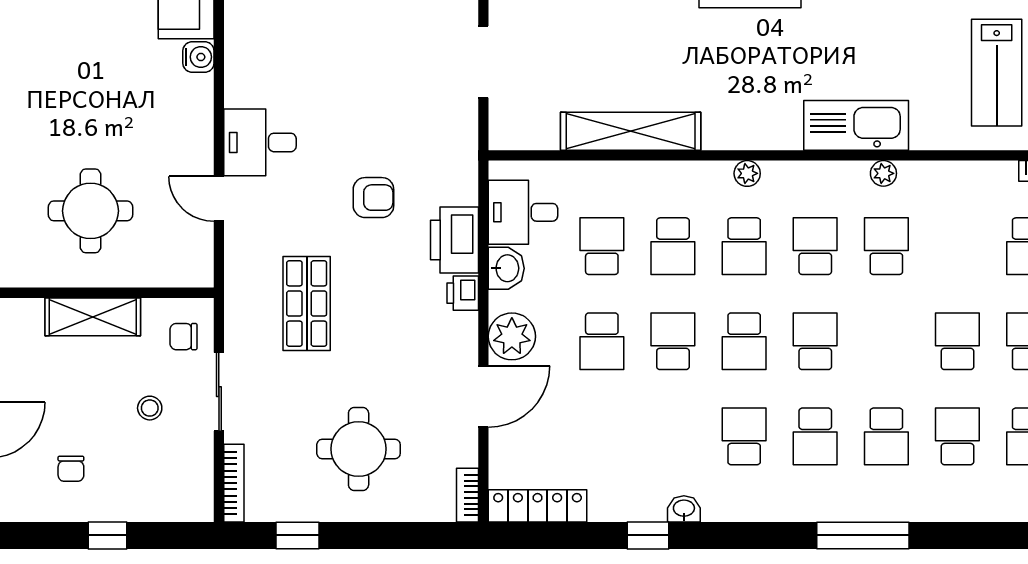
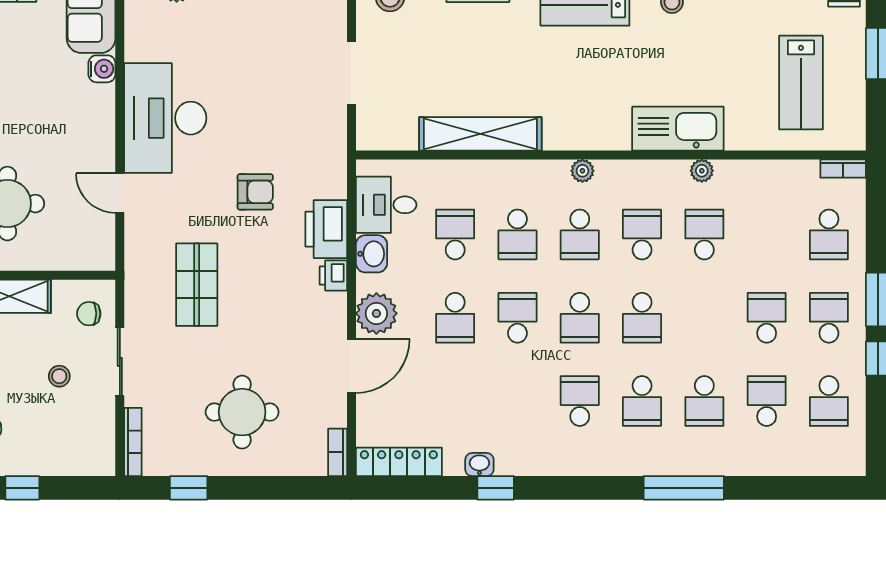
desk: (260, 142) -> (165, 118), width x1.87, depth x1.30
school desk: (815, 341) -> (642, 318), turned 180
washbasin: (684, 509) -> (479, 465), moved

